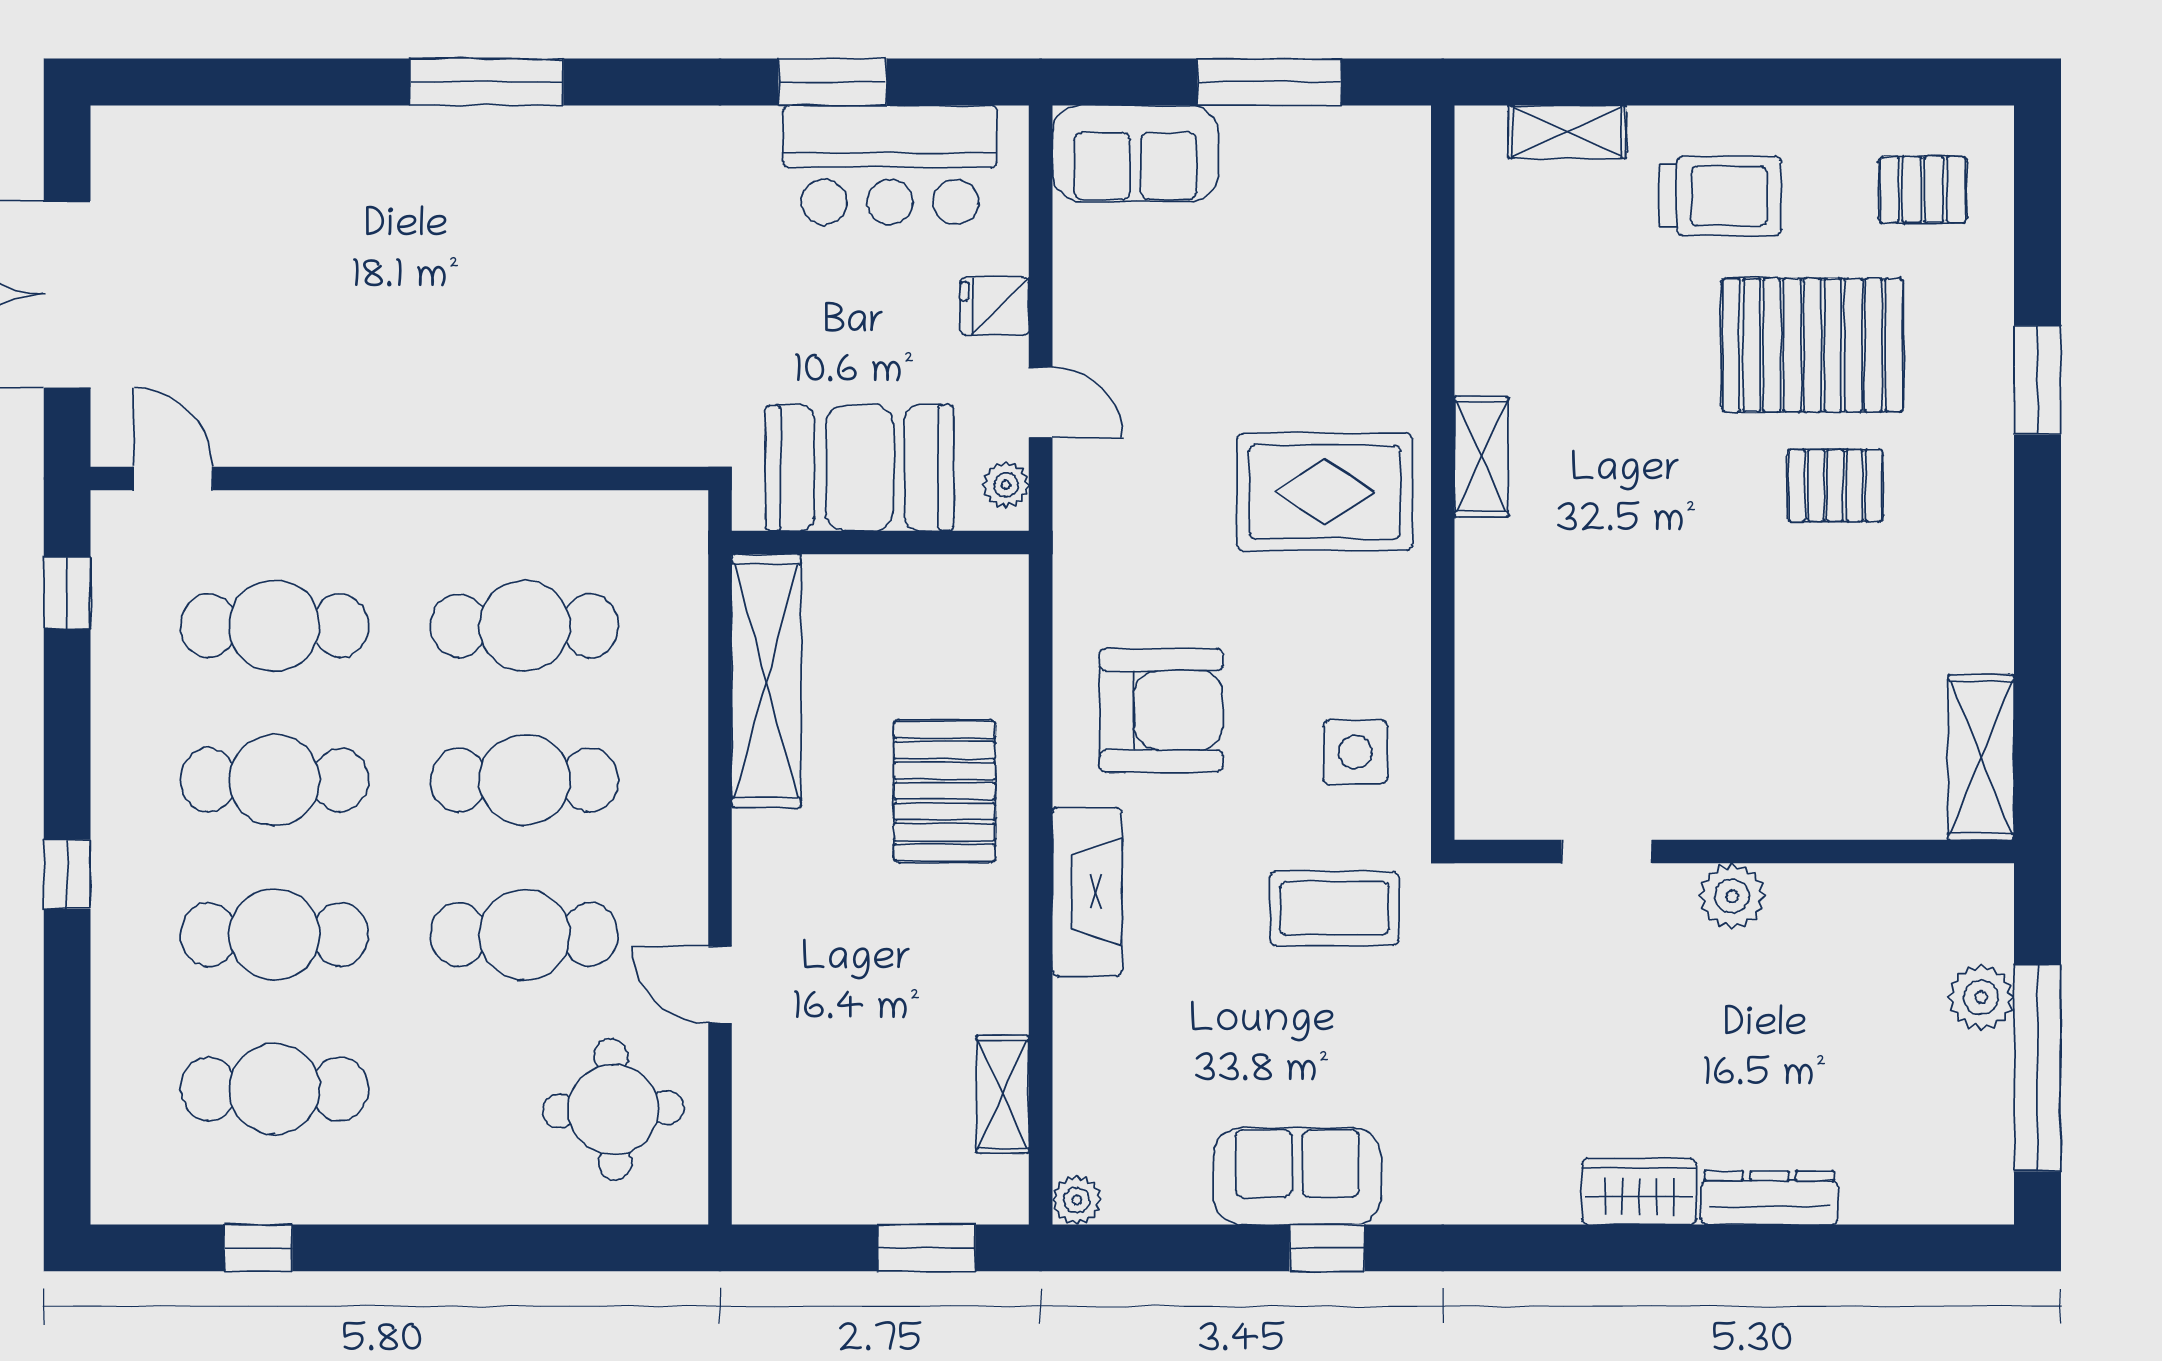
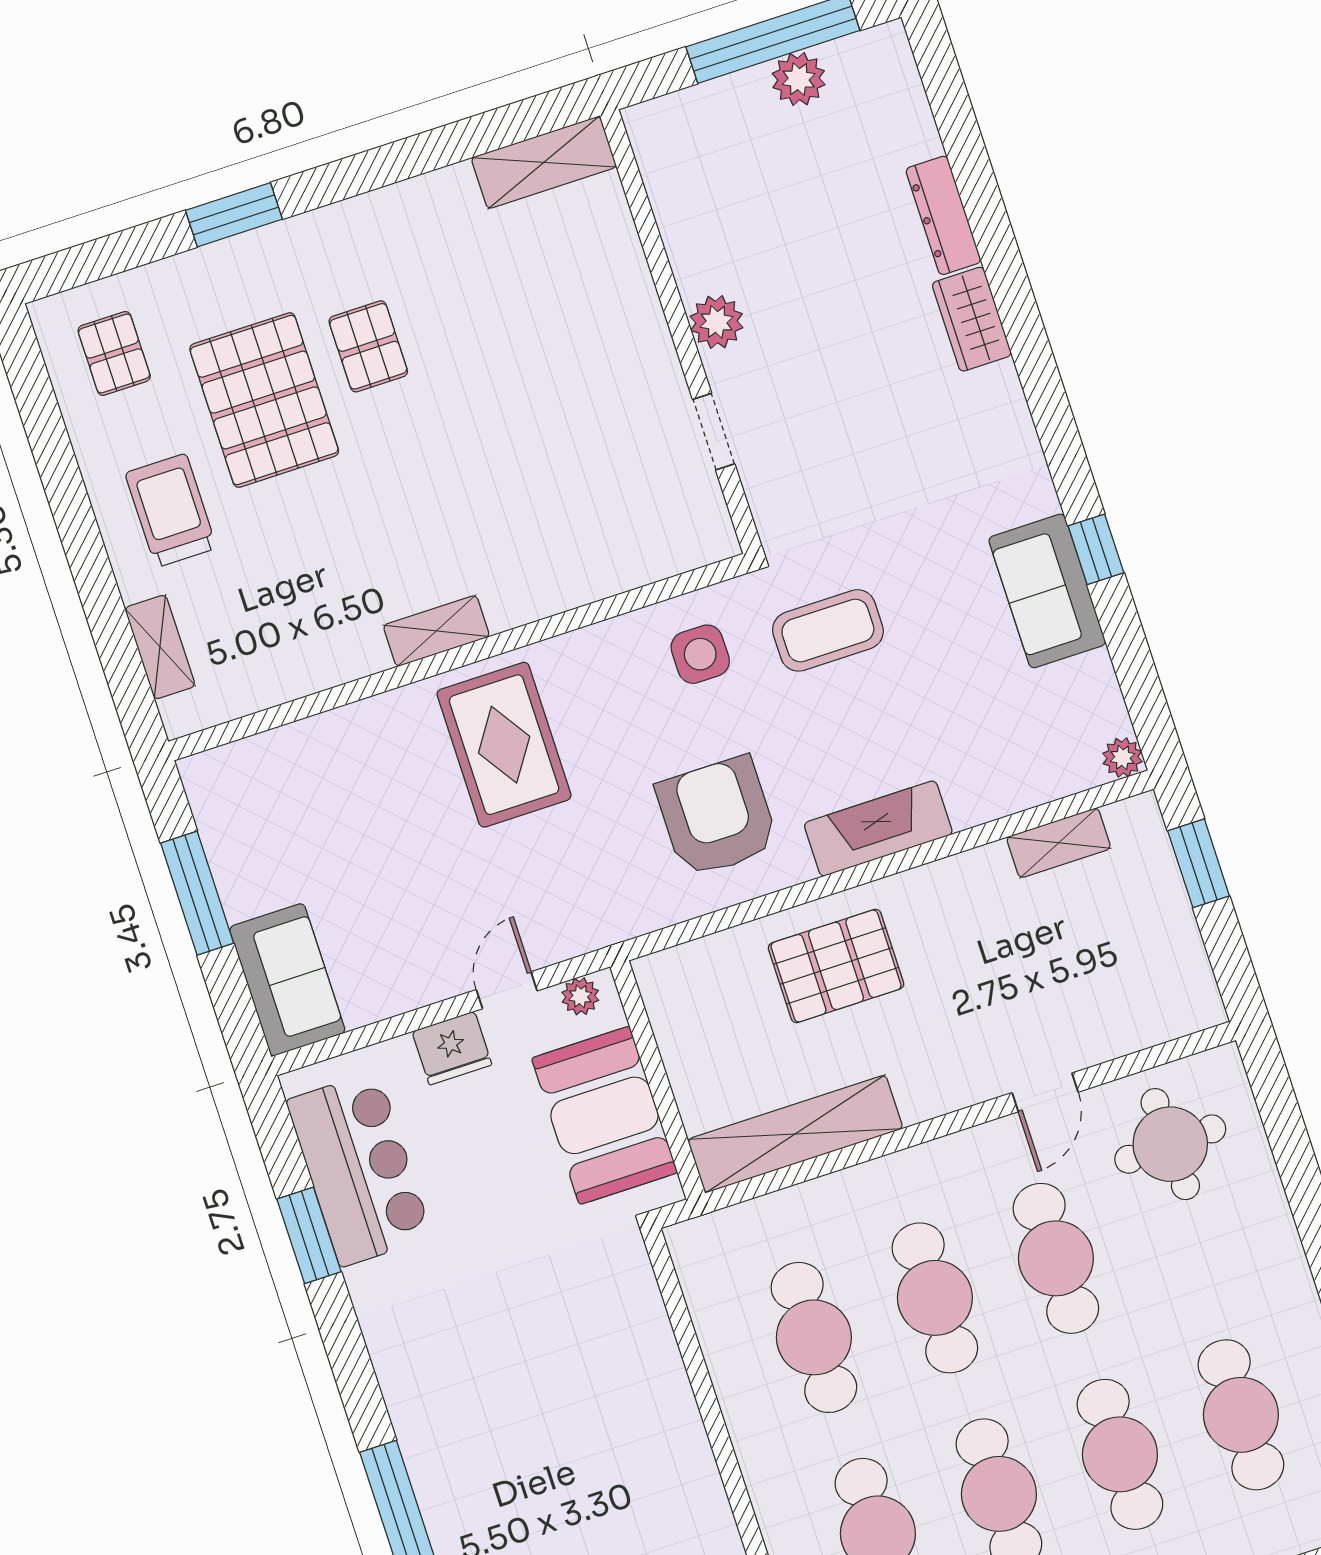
fridge: (994, 306) -> (452, 1048), width x1.38
coffee table: (1334, 908) -> (828, 630), turned 90
plant: (1981, 997) -> (799, 79), moved

